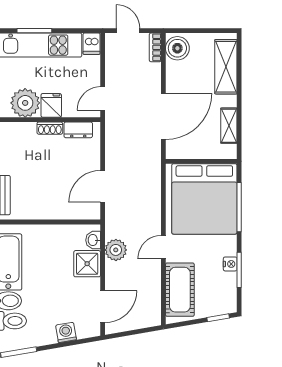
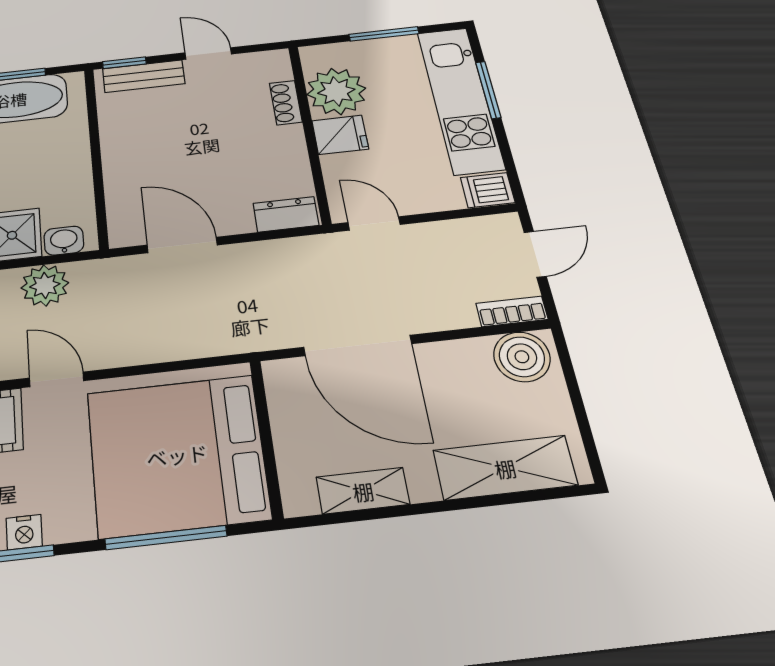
shoe rack: (50, 128) -> (286, 103), moved
dresser: (78, 130) -> (286, 214), moved, turned 90

